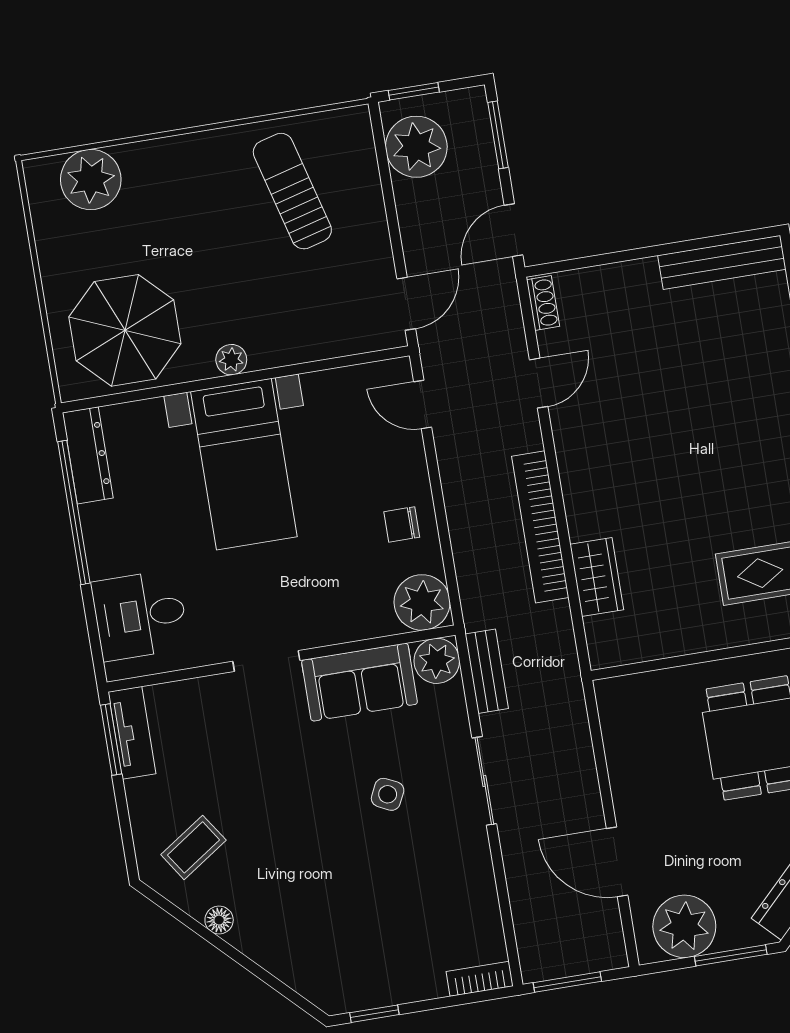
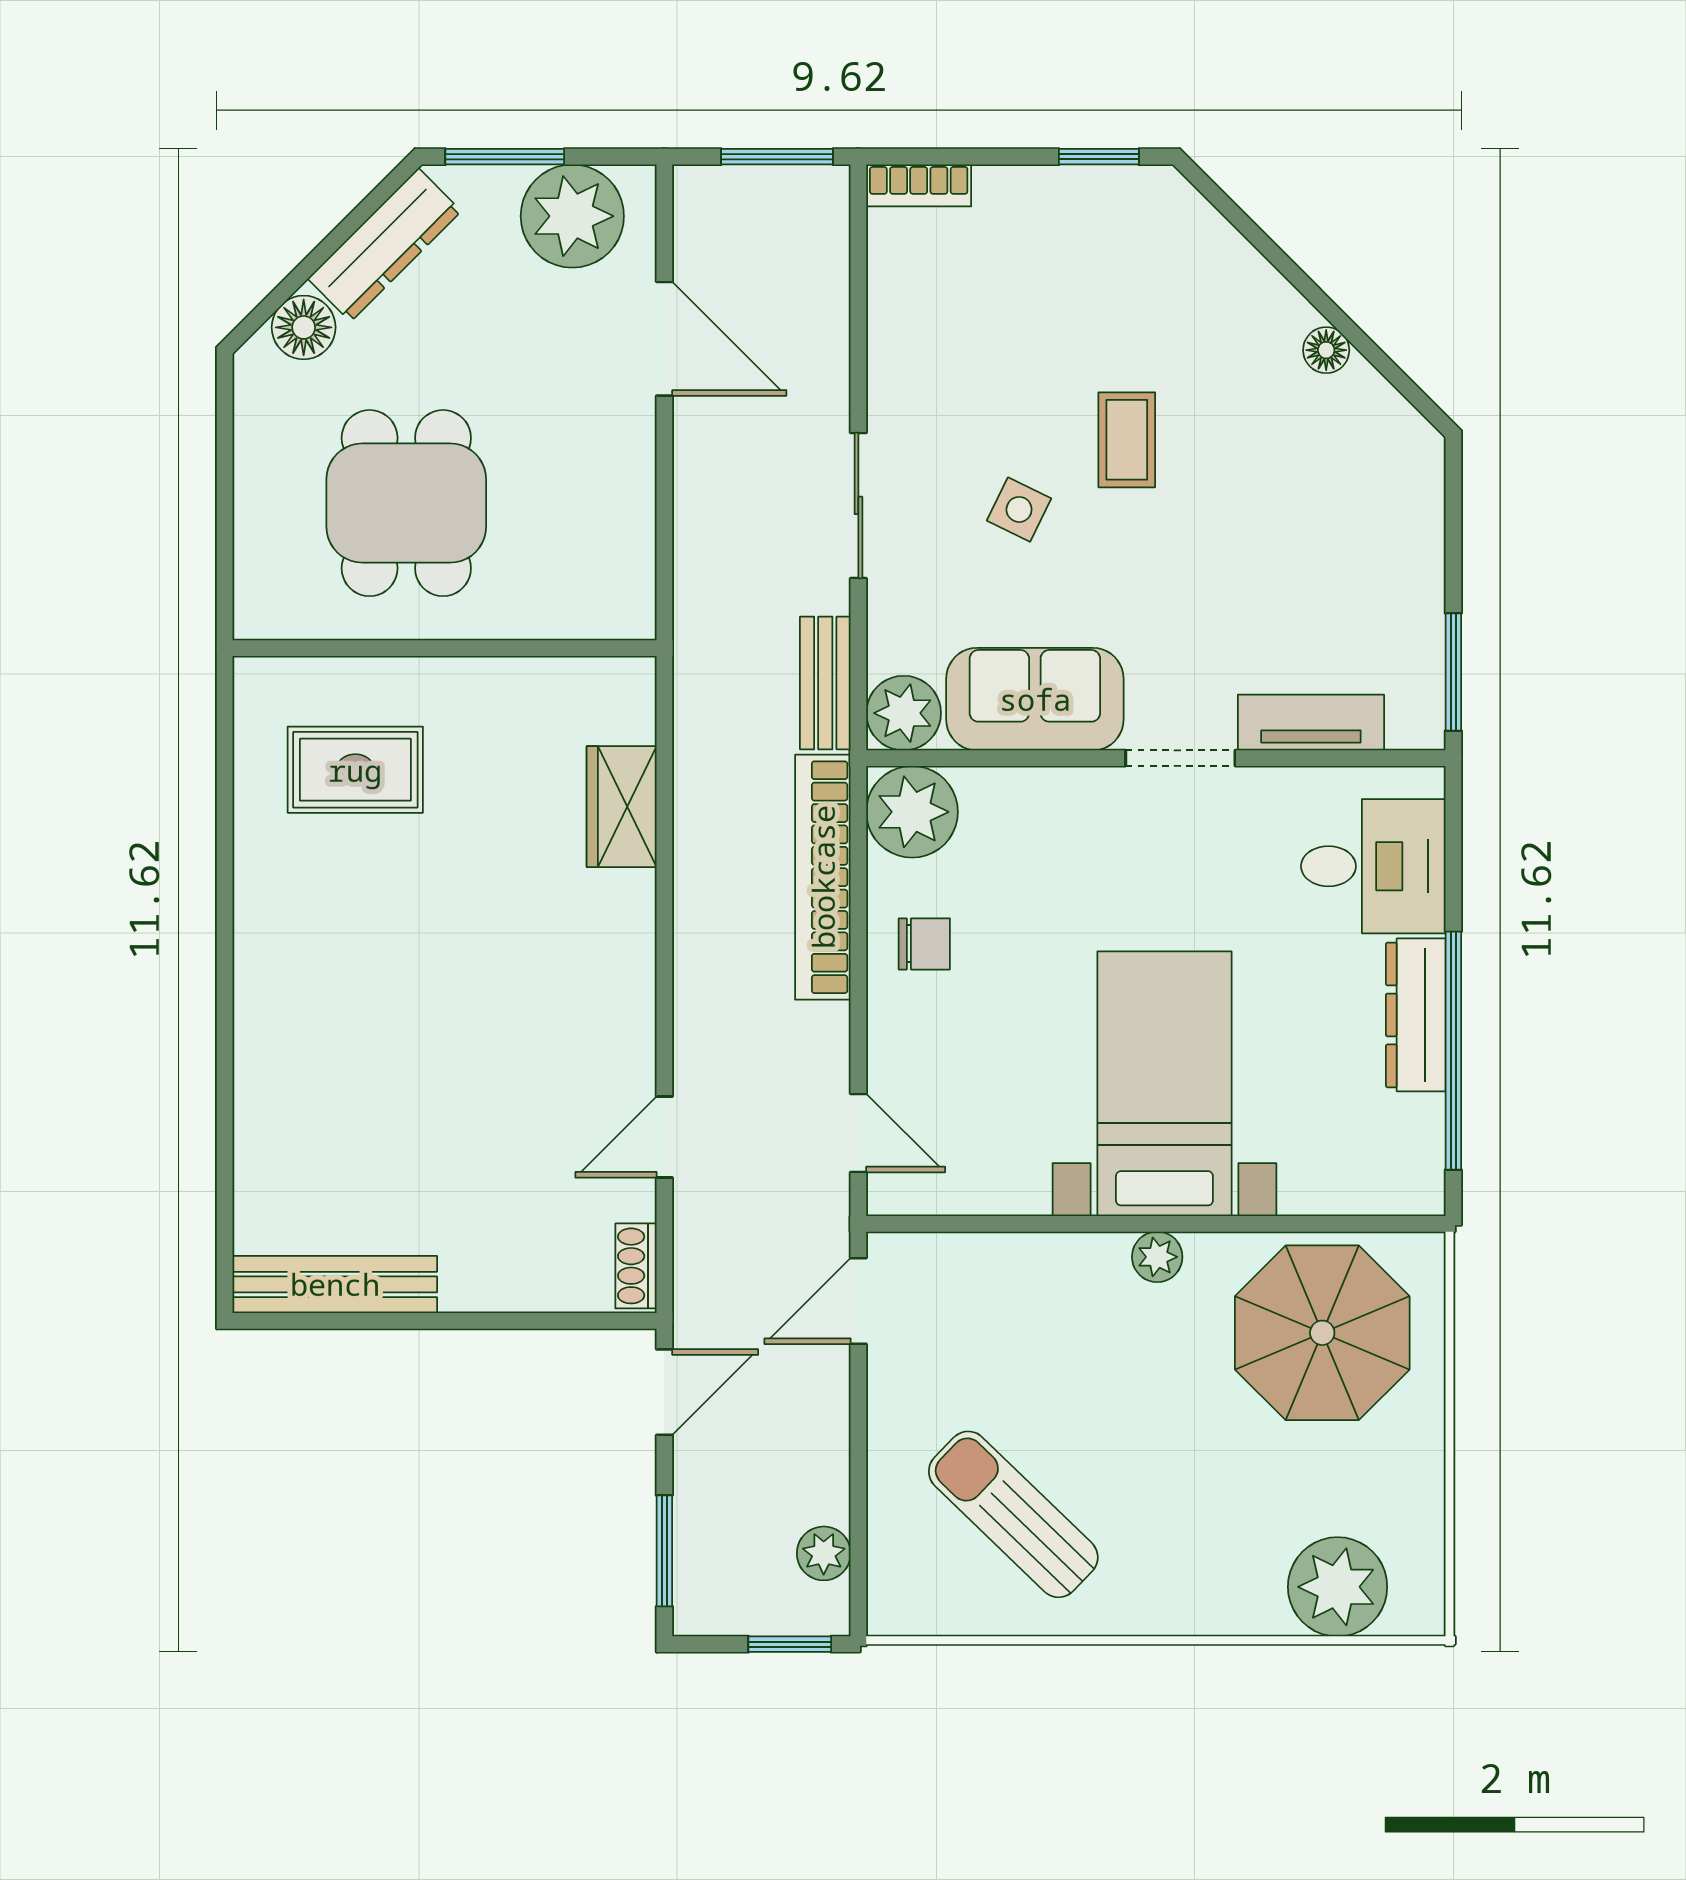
plant: (416, 147) -> (824, 1553), width x0.53, depth x0.53
sun lounger: (292, 191) -> (1013, 1514), turned 149
dresser: (88, 455) -> (1416, 1015), moved
bookcase: (540, 527) -> (823, 877), moved, turned 180
tv unit: (132, 733) -> (1311, 723), moved, turned 90
coffee table: (193, 847) -> (1127, 440), moved, turned -56

